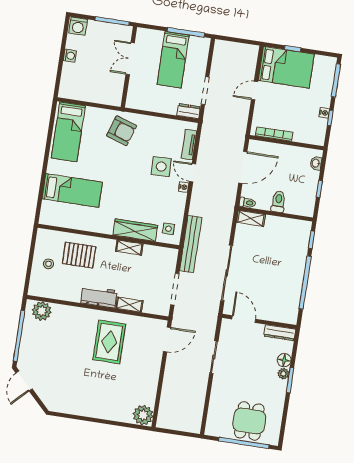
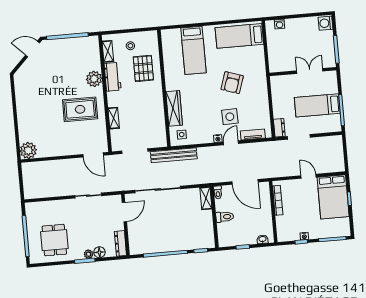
washing machine: (70, 56) -> (279, 24), moved
armchair: (122, 131) -> (232, 83), moved
shelving: (129, 248) -> (108, 51), moved
workbench: (99, 297) -> (113, 77), moved
plant: (42, 311) -> (94, 79), moved
dining table: (249, 421) -> (54, 240), moved, turned 90

